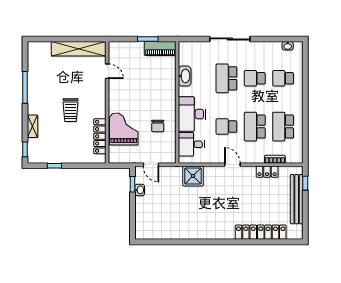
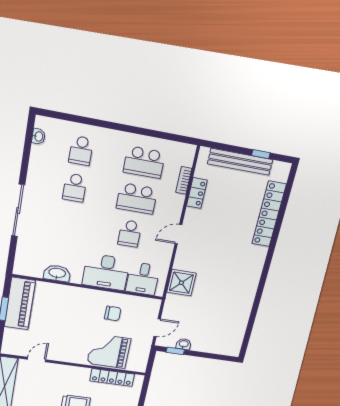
piano: (160, 48) -> (20, 304), width x1.37, depth x1.33
school desk: (226, 78) -> (69, 223), removed
window: (305, 183) -> (261, 154), moved

